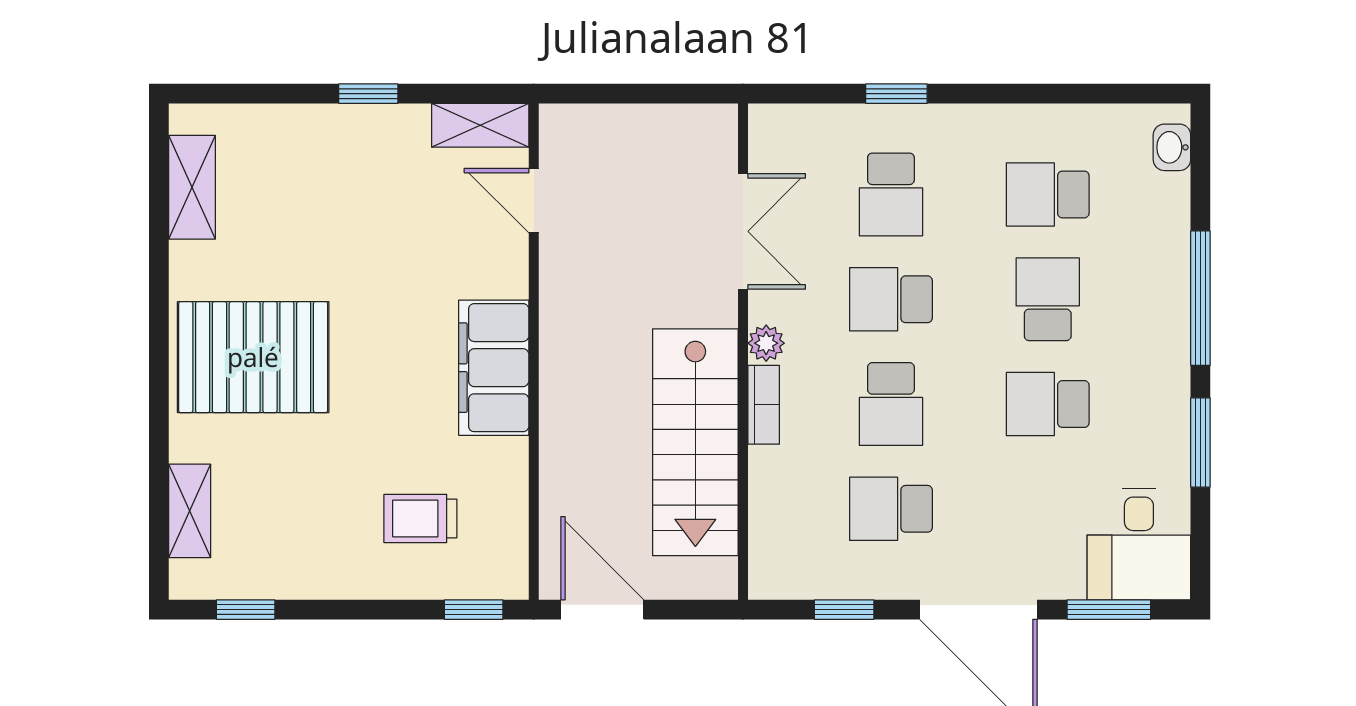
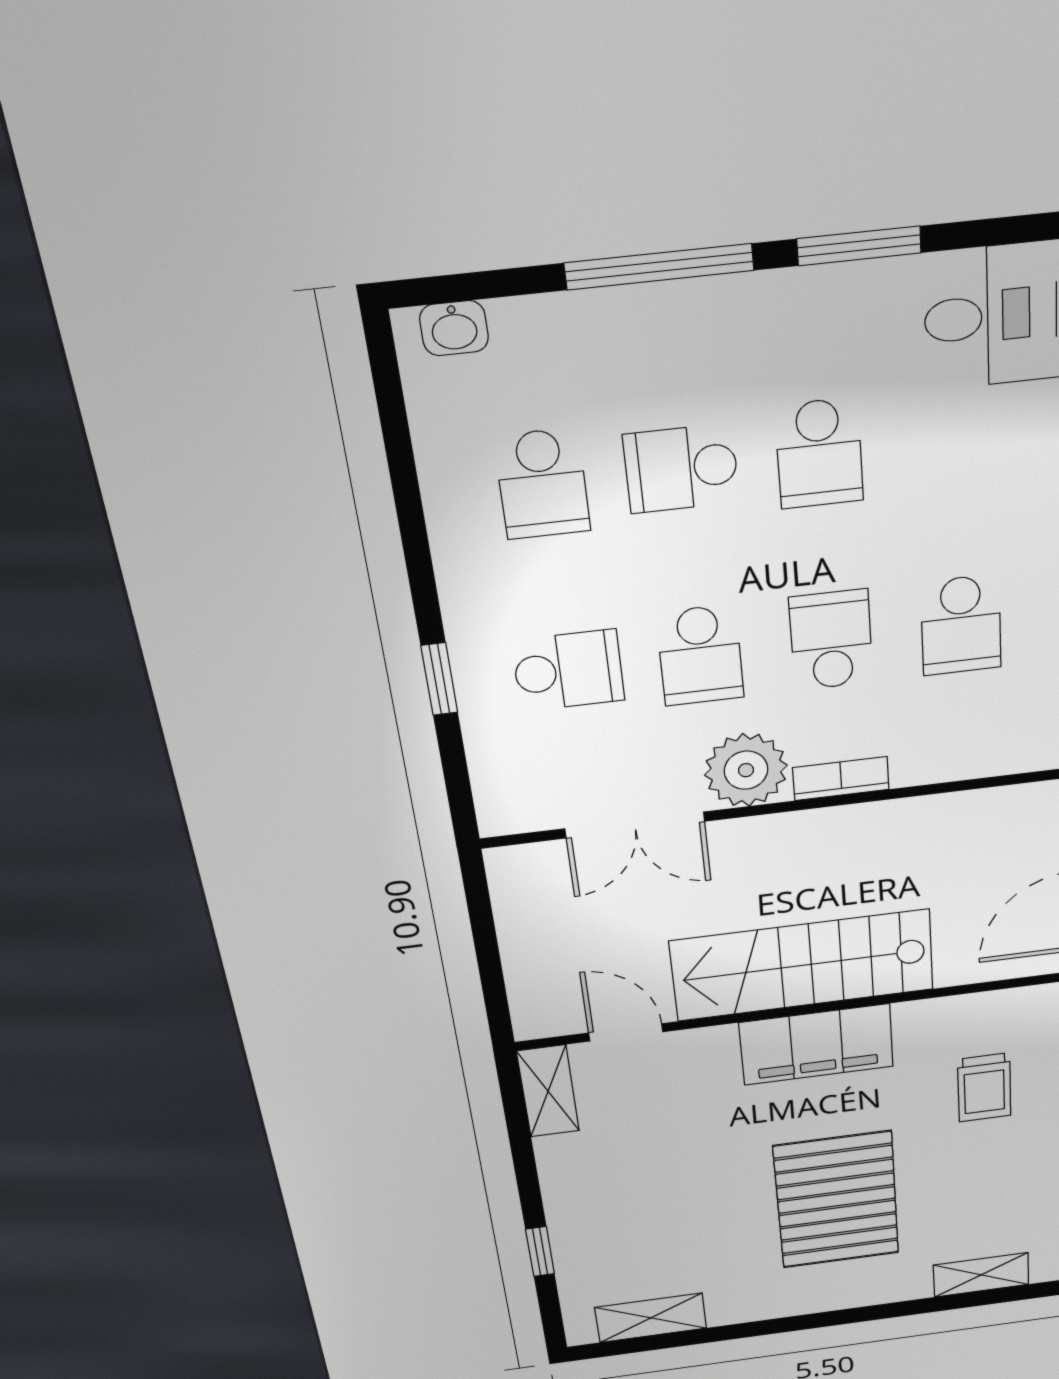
window: (368, 94) -> (540, 1252), moved
door: (534, 201) -> (626, 1032), swing flipped
double door: (743, 231) -> (635, 825), swing flipped
plant: (766, 343) -> (746, 770), width x1.87, depth x1.87
pallet: (253, 357) -> (837, 1200), moved
school desk: (891, 404) -> (831, 640), turned -90
stairs: (695, 442) -> (803, 965), moved, turned 180

